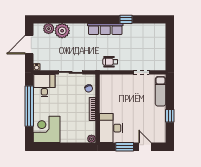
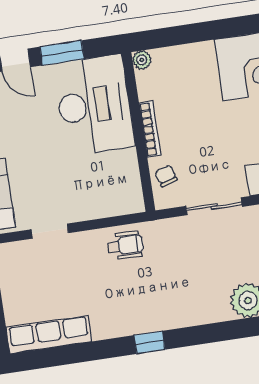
window: (126, 19) -> (150, 342), moved
row of seats: (105, 29) -> (49, 335), moved
desk: (111, 128) -> (94, 105), width x1.36, depth x1.30

